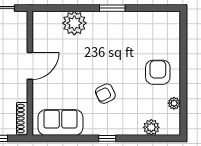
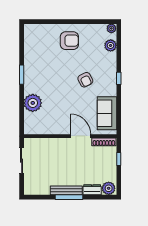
door: (30, 66) -> (81, 136), moved
armchair: (158, 72) -> (69, 41), turned 180
plant: (174, 103) -> (111, 28), moved

